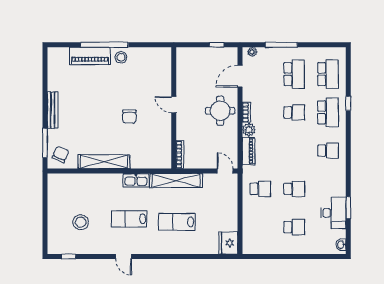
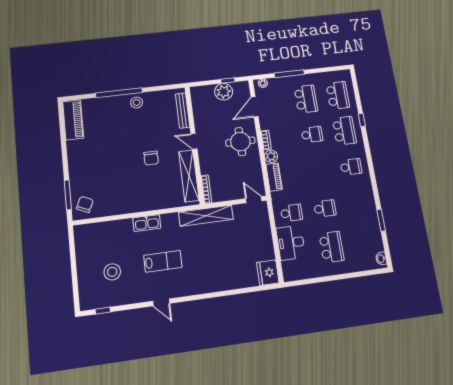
piano: (90, 56) -> (73, 120), moved, turned -90
plant: (210, 56) -> (224, 92), added
bench: (53, 110) -> (183, 110), moved
shelving: (104, 162) -> (189, 176), moved, turned 90
kitchen sink: (136, 180) -> (147, 223), moved
desk: (333, 213) -> (291, 243), moved, turned 180
lab bench: (129, 219) -> (163, 261), turned 180
lab bench: (177, 222) -> (212, 258), removed
school desk: (294, 227) -> (331, 247), width x1.85

